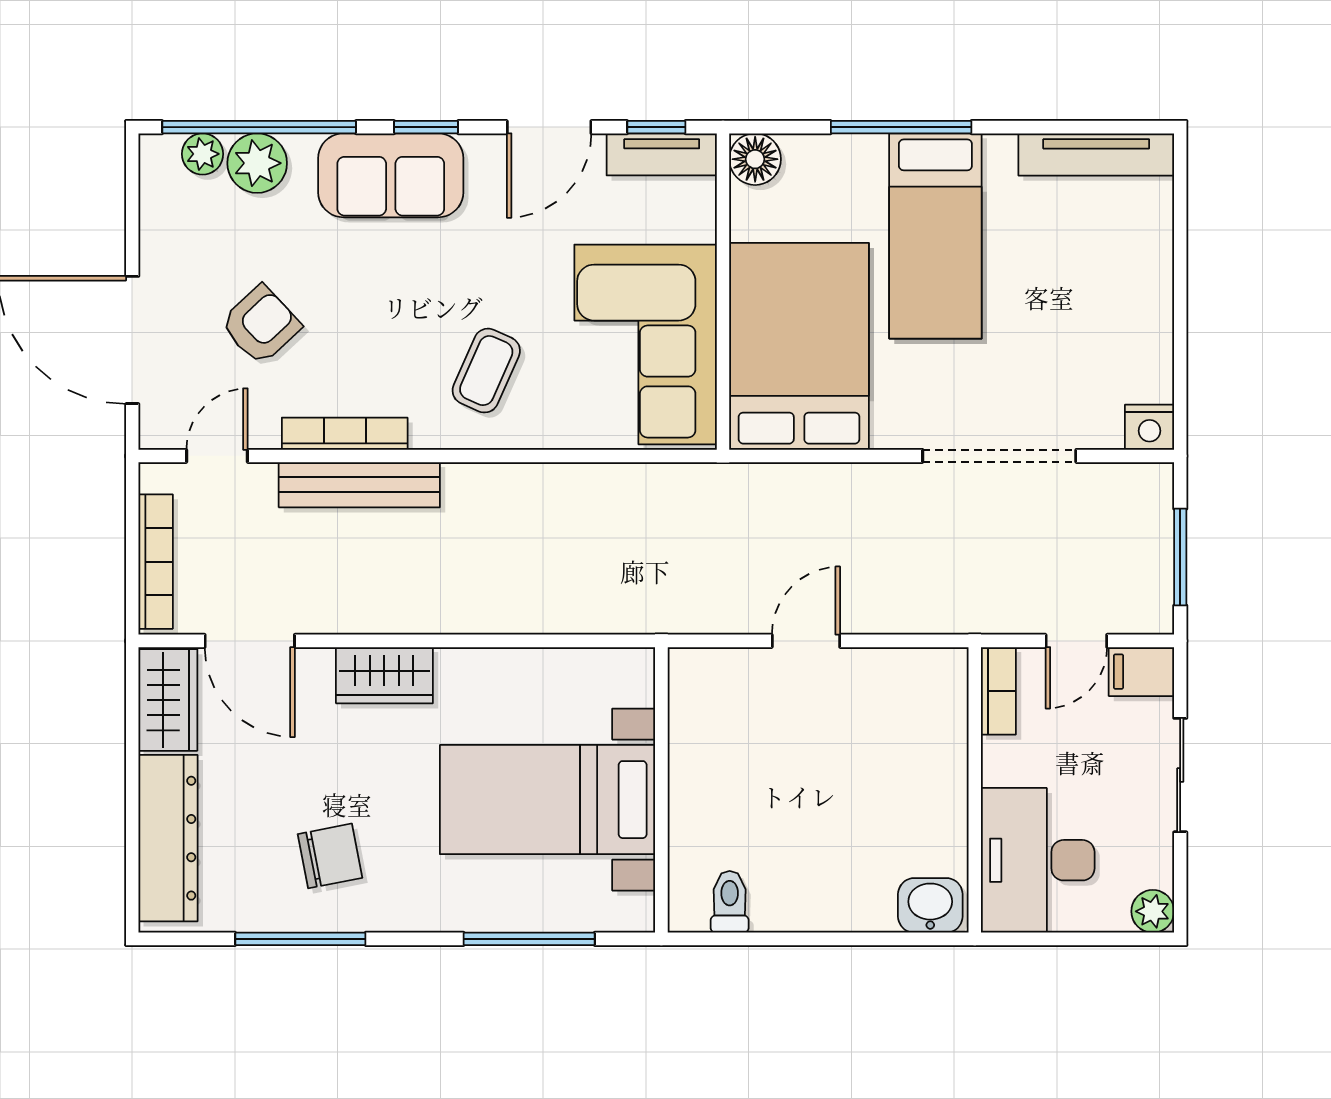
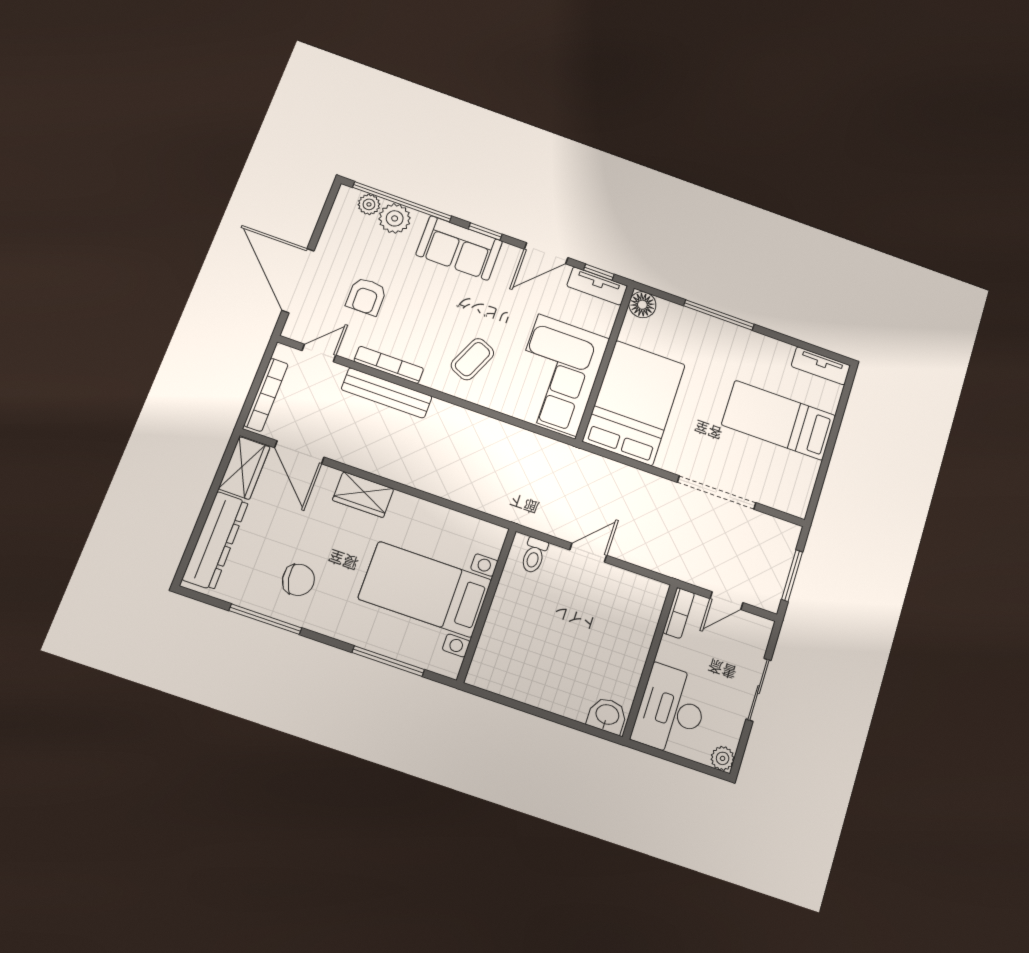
tv unit: (1096, 154) -> (821, 366), width x0.71
bed: (935, 236) -> (779, 420), moved, turned 90
armchair: (261, 325) -> (366, 296), turned 133
nightstand: (1149, 427) -> (796, 504), removed
filing cabinet: (1141, 672) -> (755, 628), removed
toilet: (730, 902) -> (534, 555), moved, turned 180

